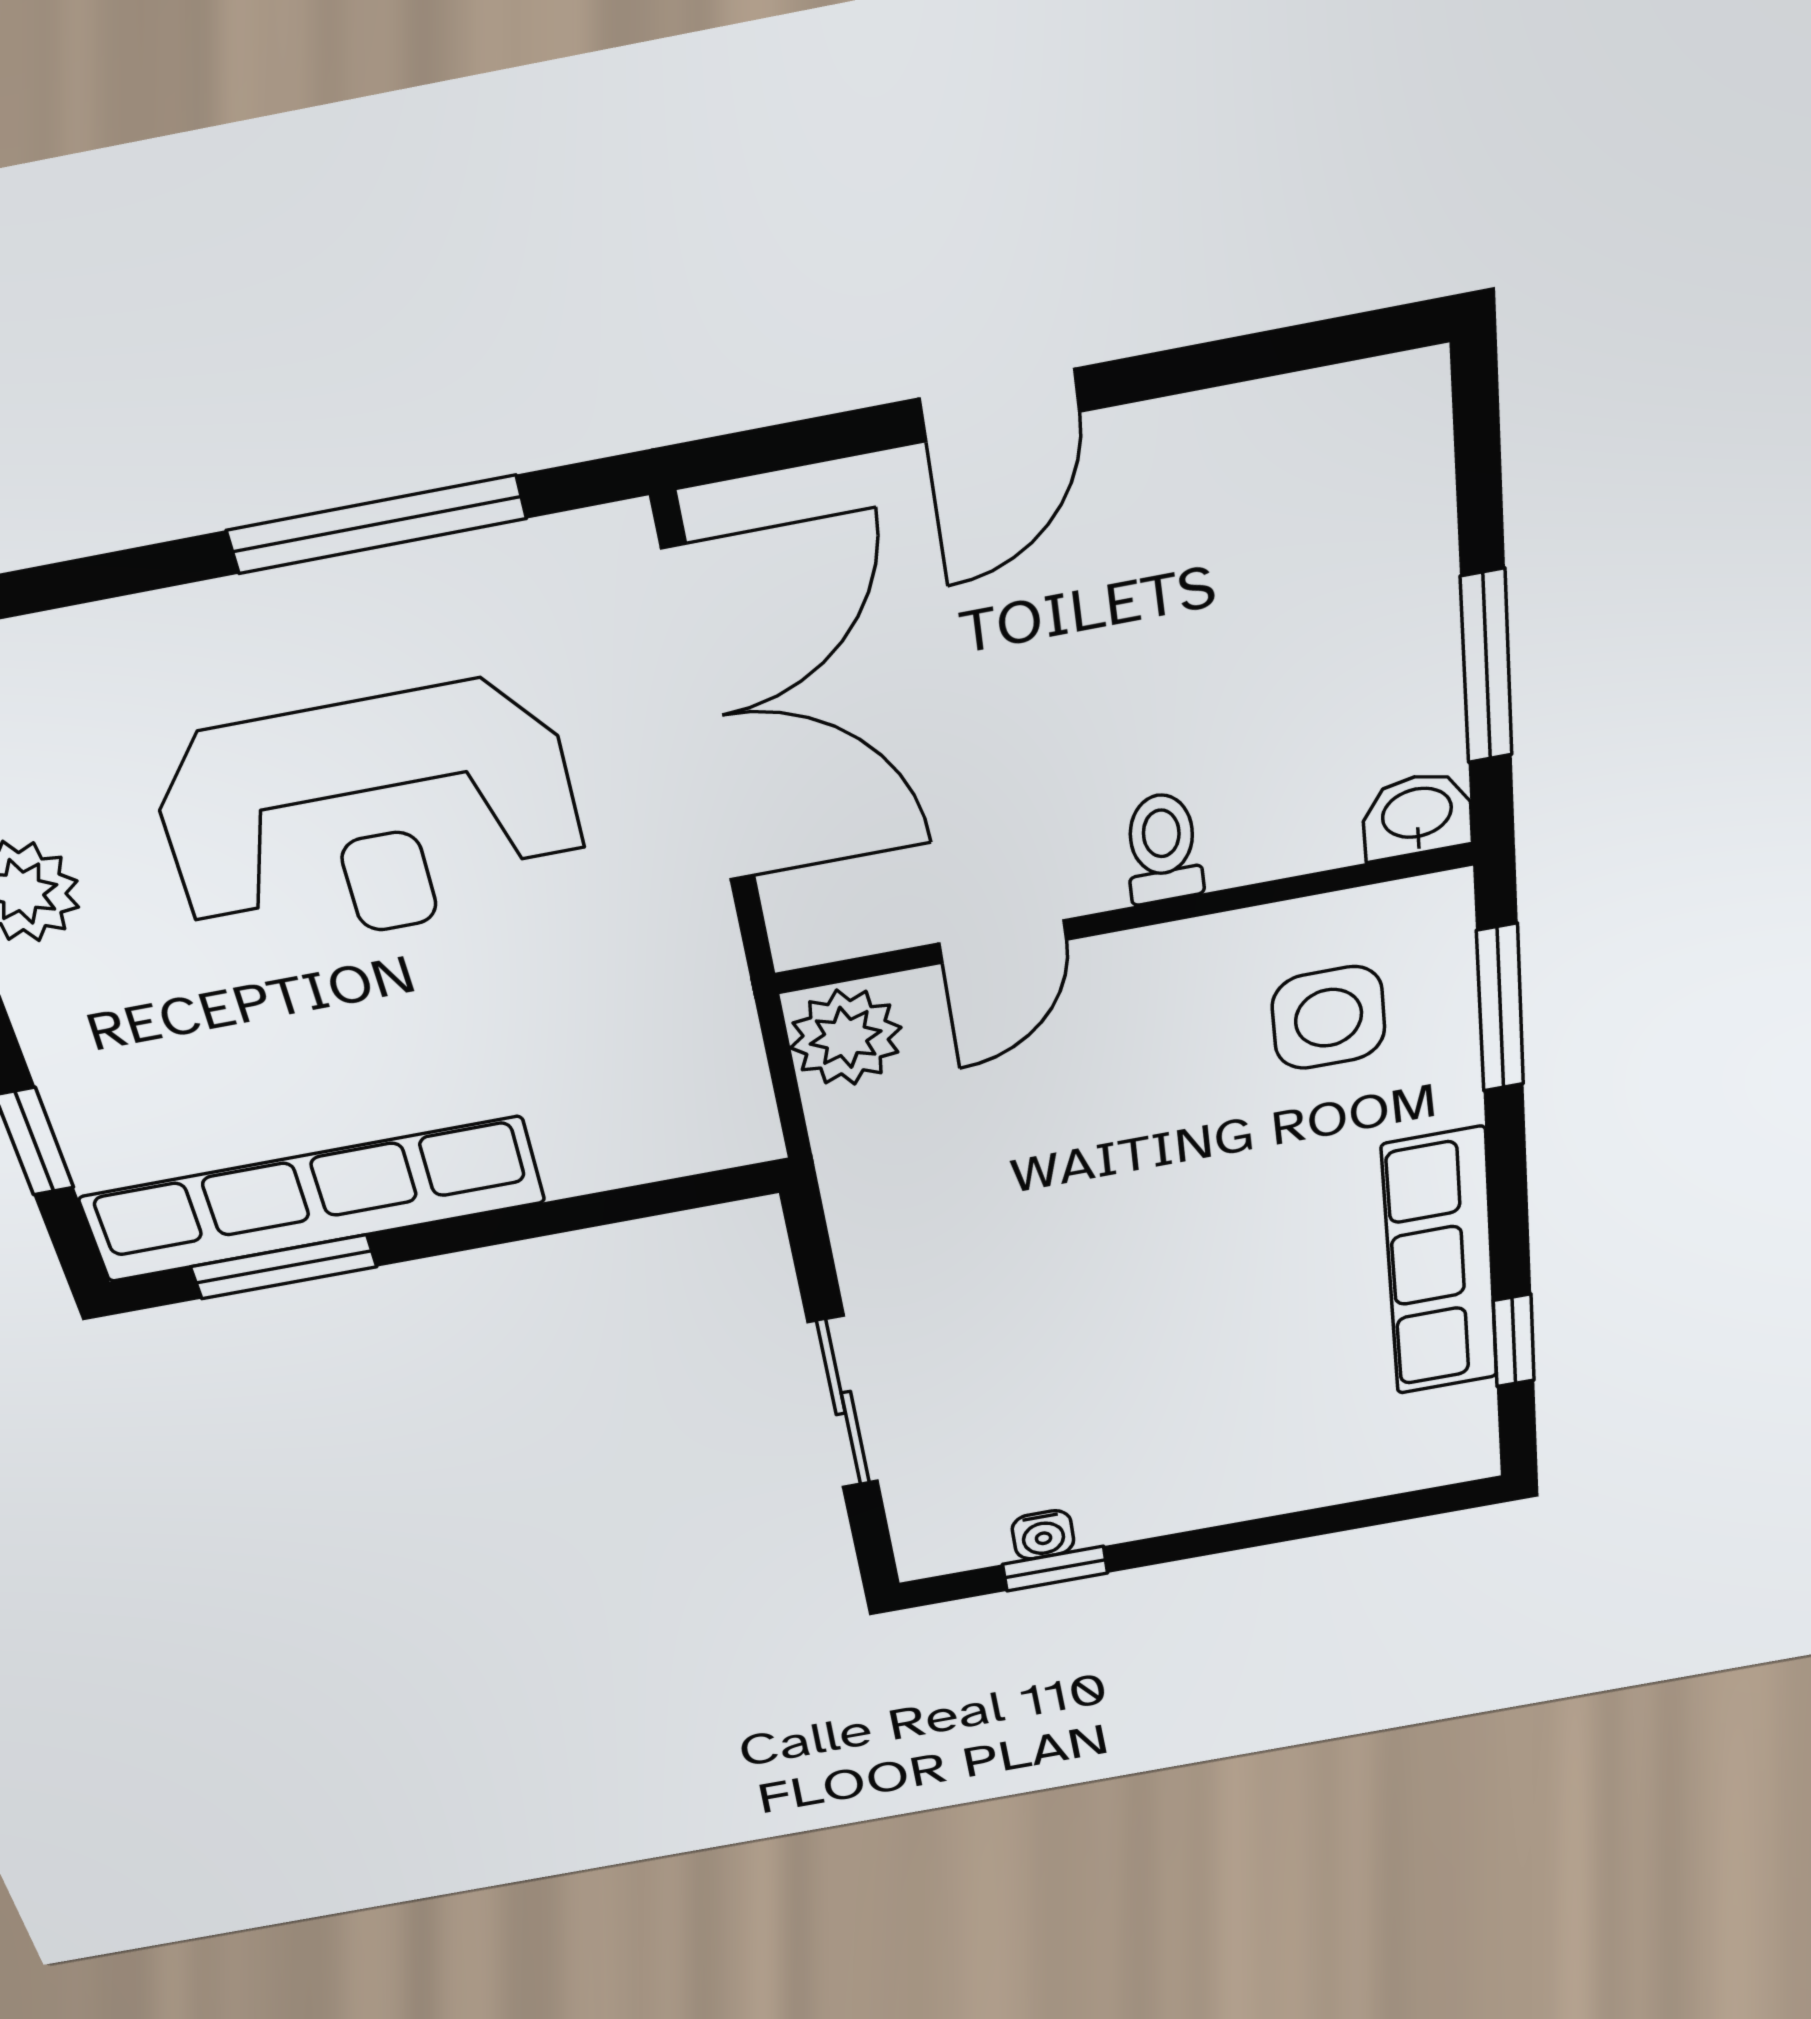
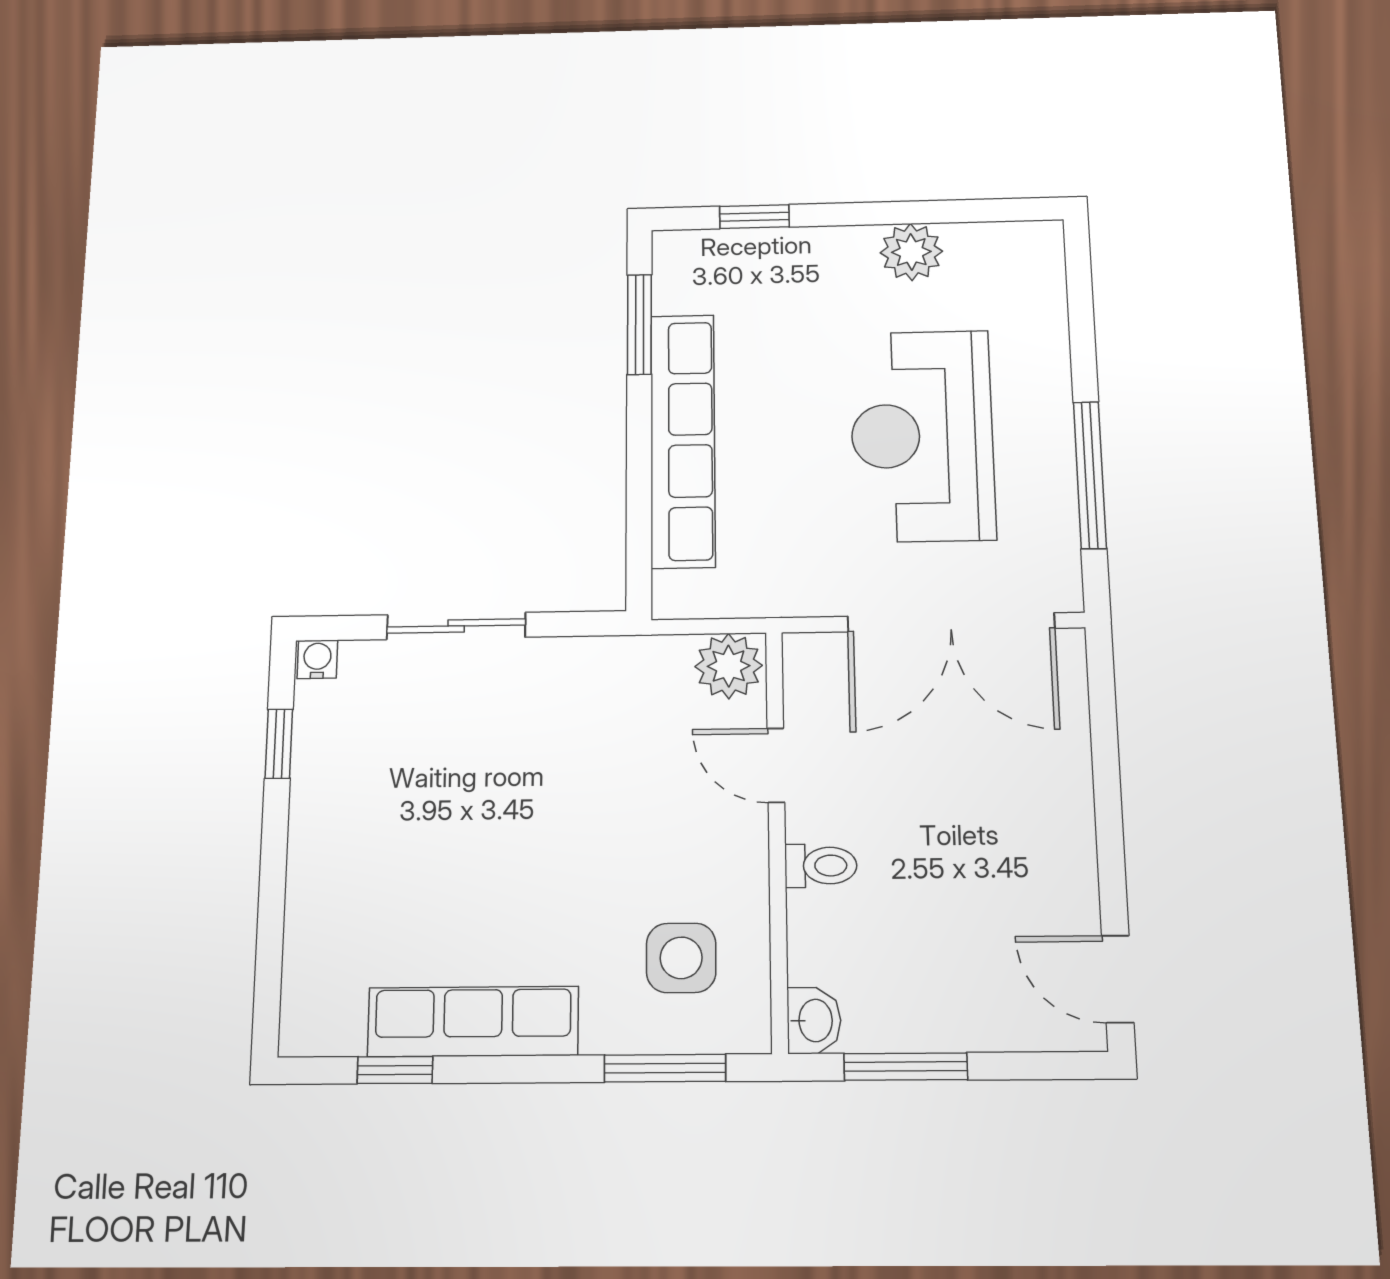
door: (1000, 405) -> (1118, 979), moved
row of seats: (313, 1200) -> (683, 440), moved
water cooler: (1043, 1535) -> (317, 659), moved, turned 90

